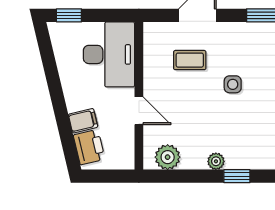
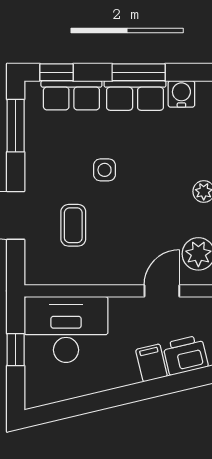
window: (69, 15) -> (16, 350), moved
door: (139, 111) -> (162, 291), moved

